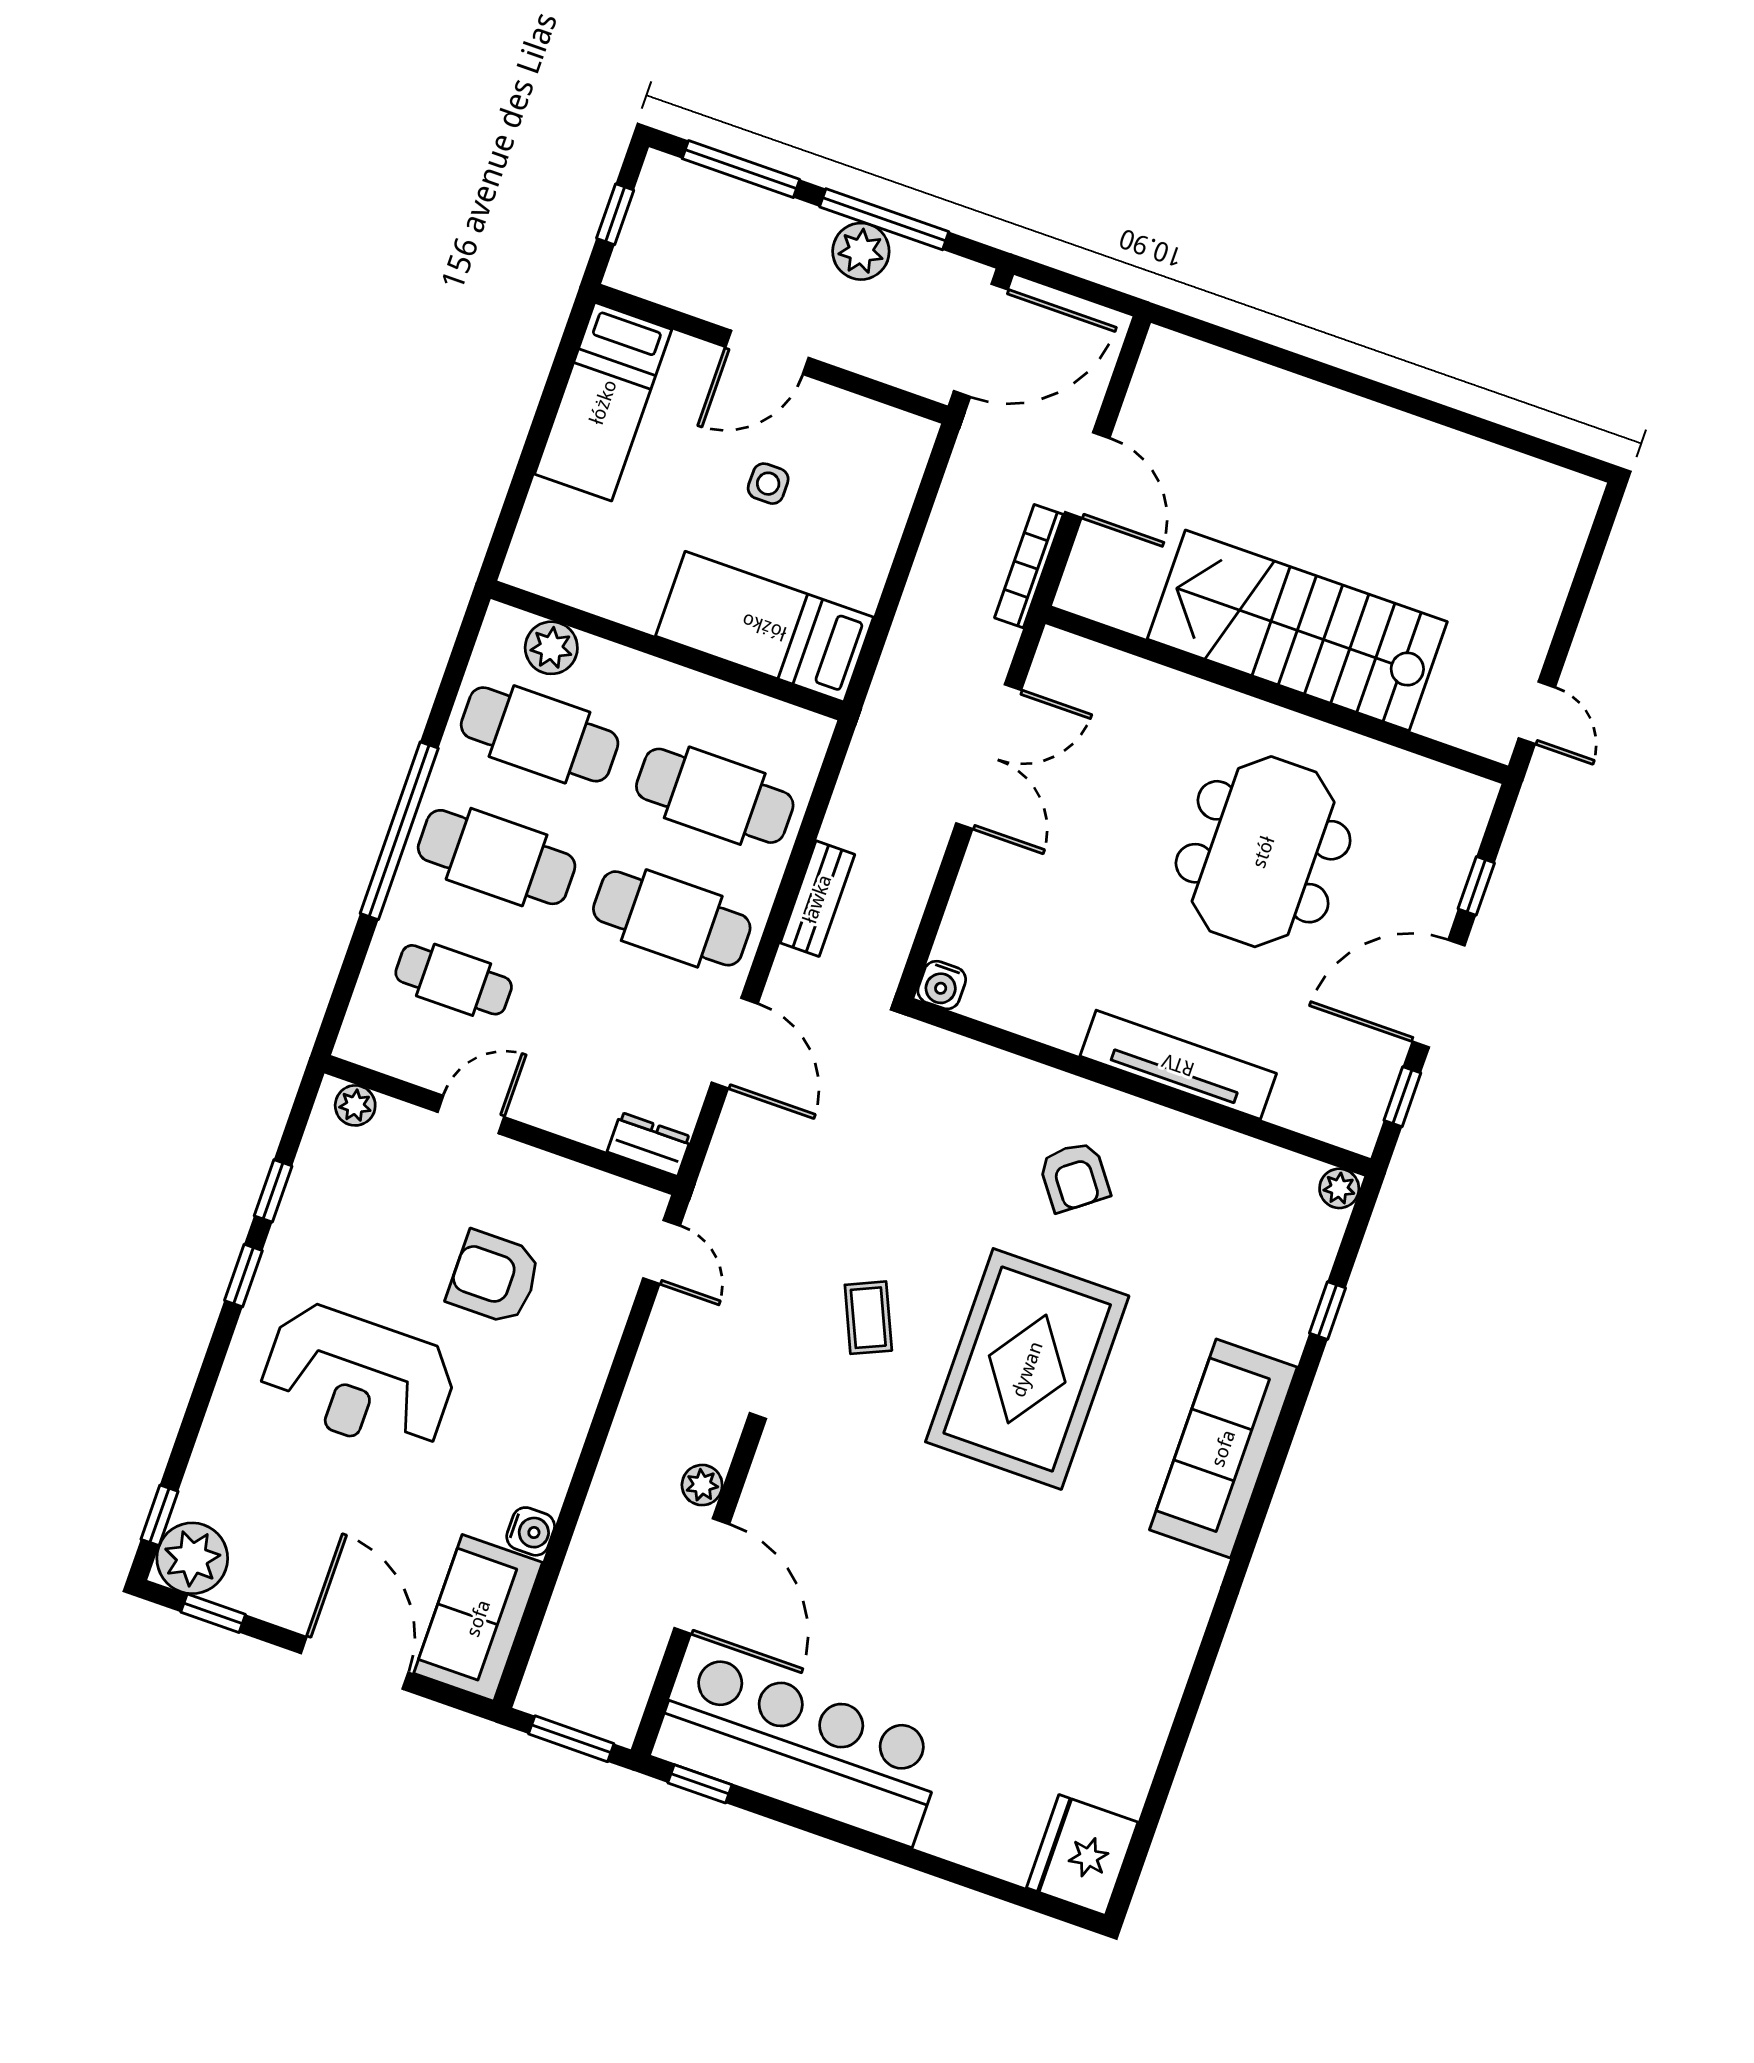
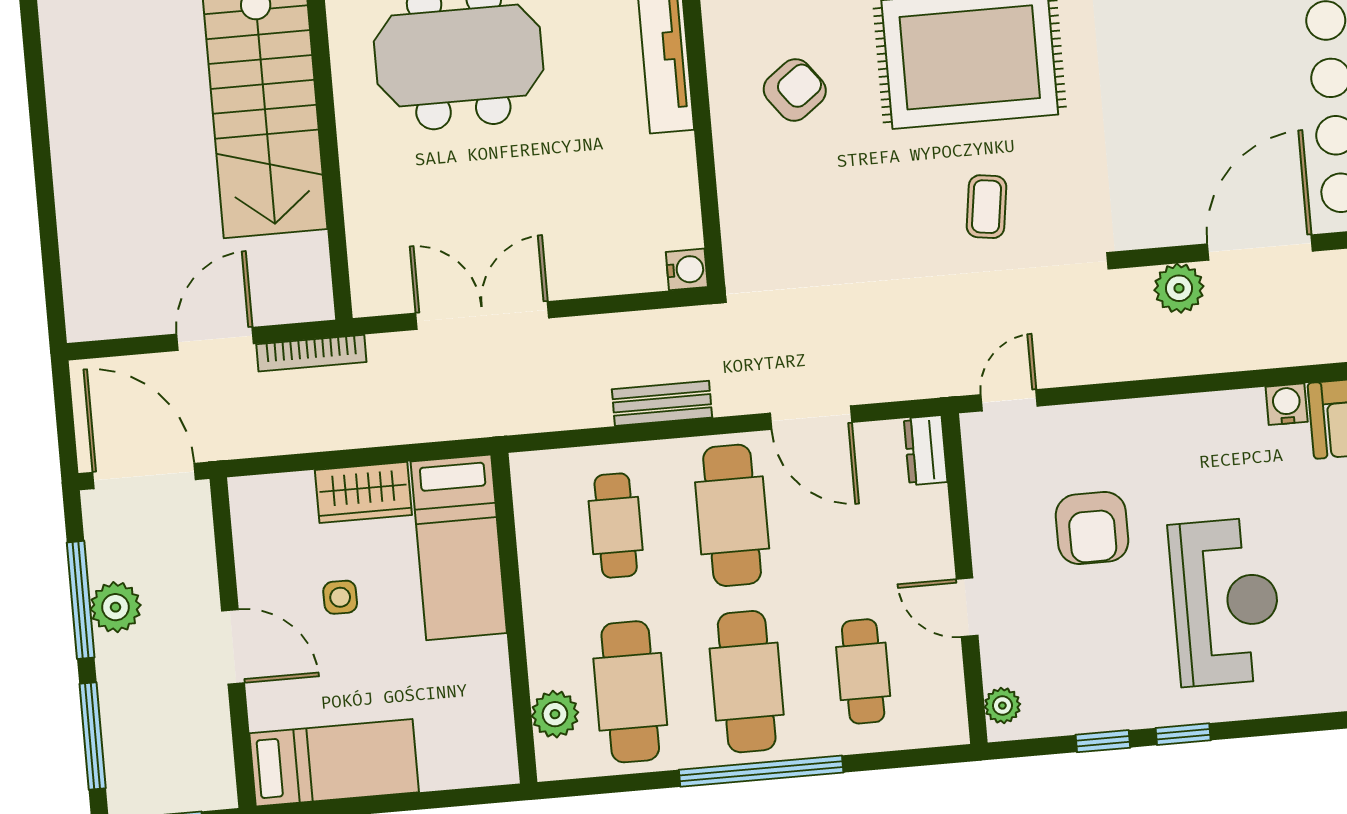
wardrobe: (864, 555) -> (363, 492), added
cafe table: (715, 796) -> (616, 526), width x0.73, depth x0.74
door: (735, 1043) -> (811, 418), swing flipped
coffee table: (868, 1318) -> (987, 207), turned -58
plant: (702, 1485) -> (1179, 288), width x1.38, depth x1.38

